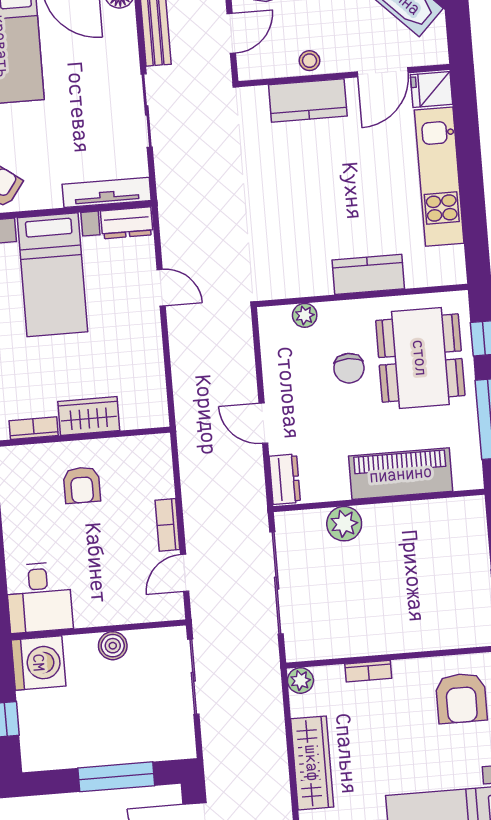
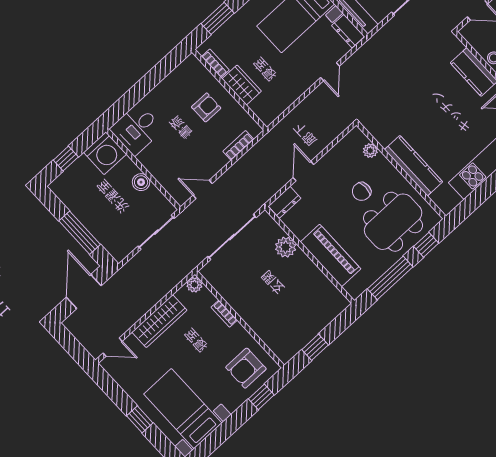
kitchen counter: (368, 274) -> (414, 166), width x1.50
armchair: (82, 485) -> (206, 107), turned 180
bookcase: (167, 525) -> (238, 145), moved

